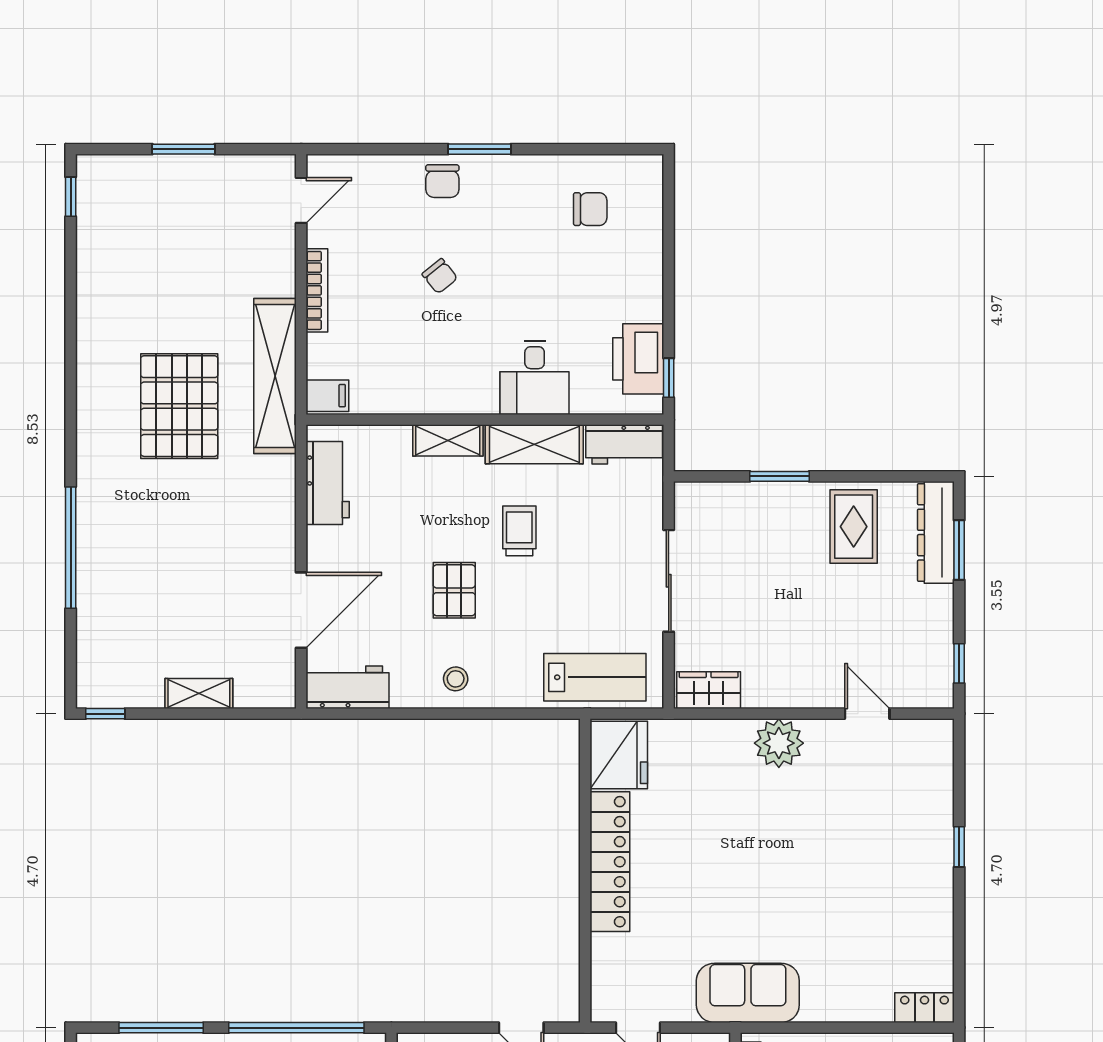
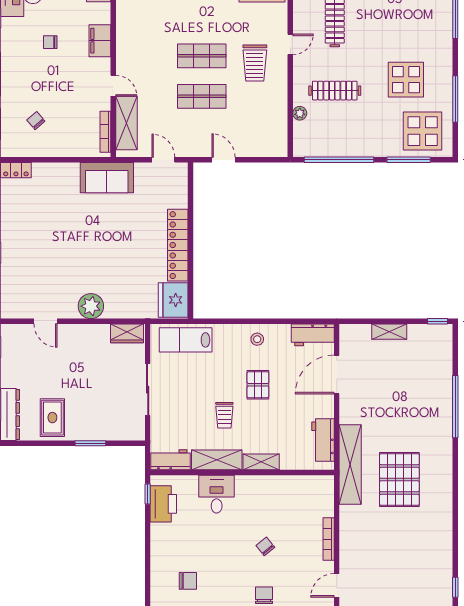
chair: (590, 209) -> (188, 581), turned 180
shelving: (275, 376) -> (350, 464), moved
filing cabinet: (327, 396) -> (323, 485), removed

